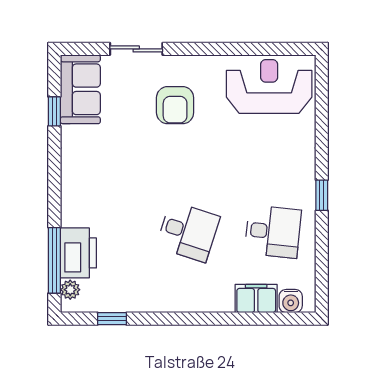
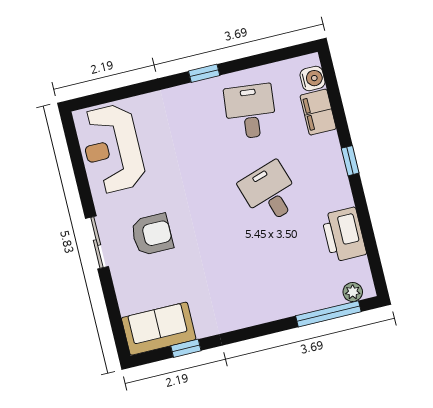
sliding door: (136, 49) -> (97, 243), moved
desk: (188, 232) -> (270, 193), turned -36
printer: (78, 253) -> (344, 235), moved, turned -90
window: (112, 319) -> (350, 161), moved

